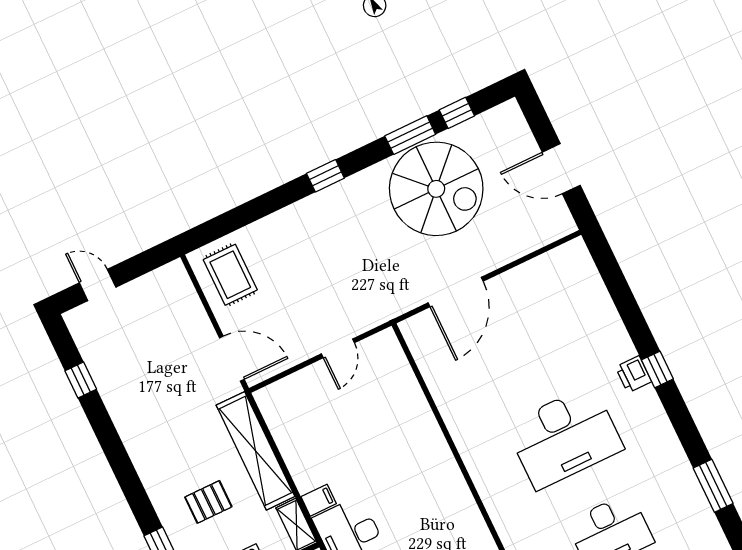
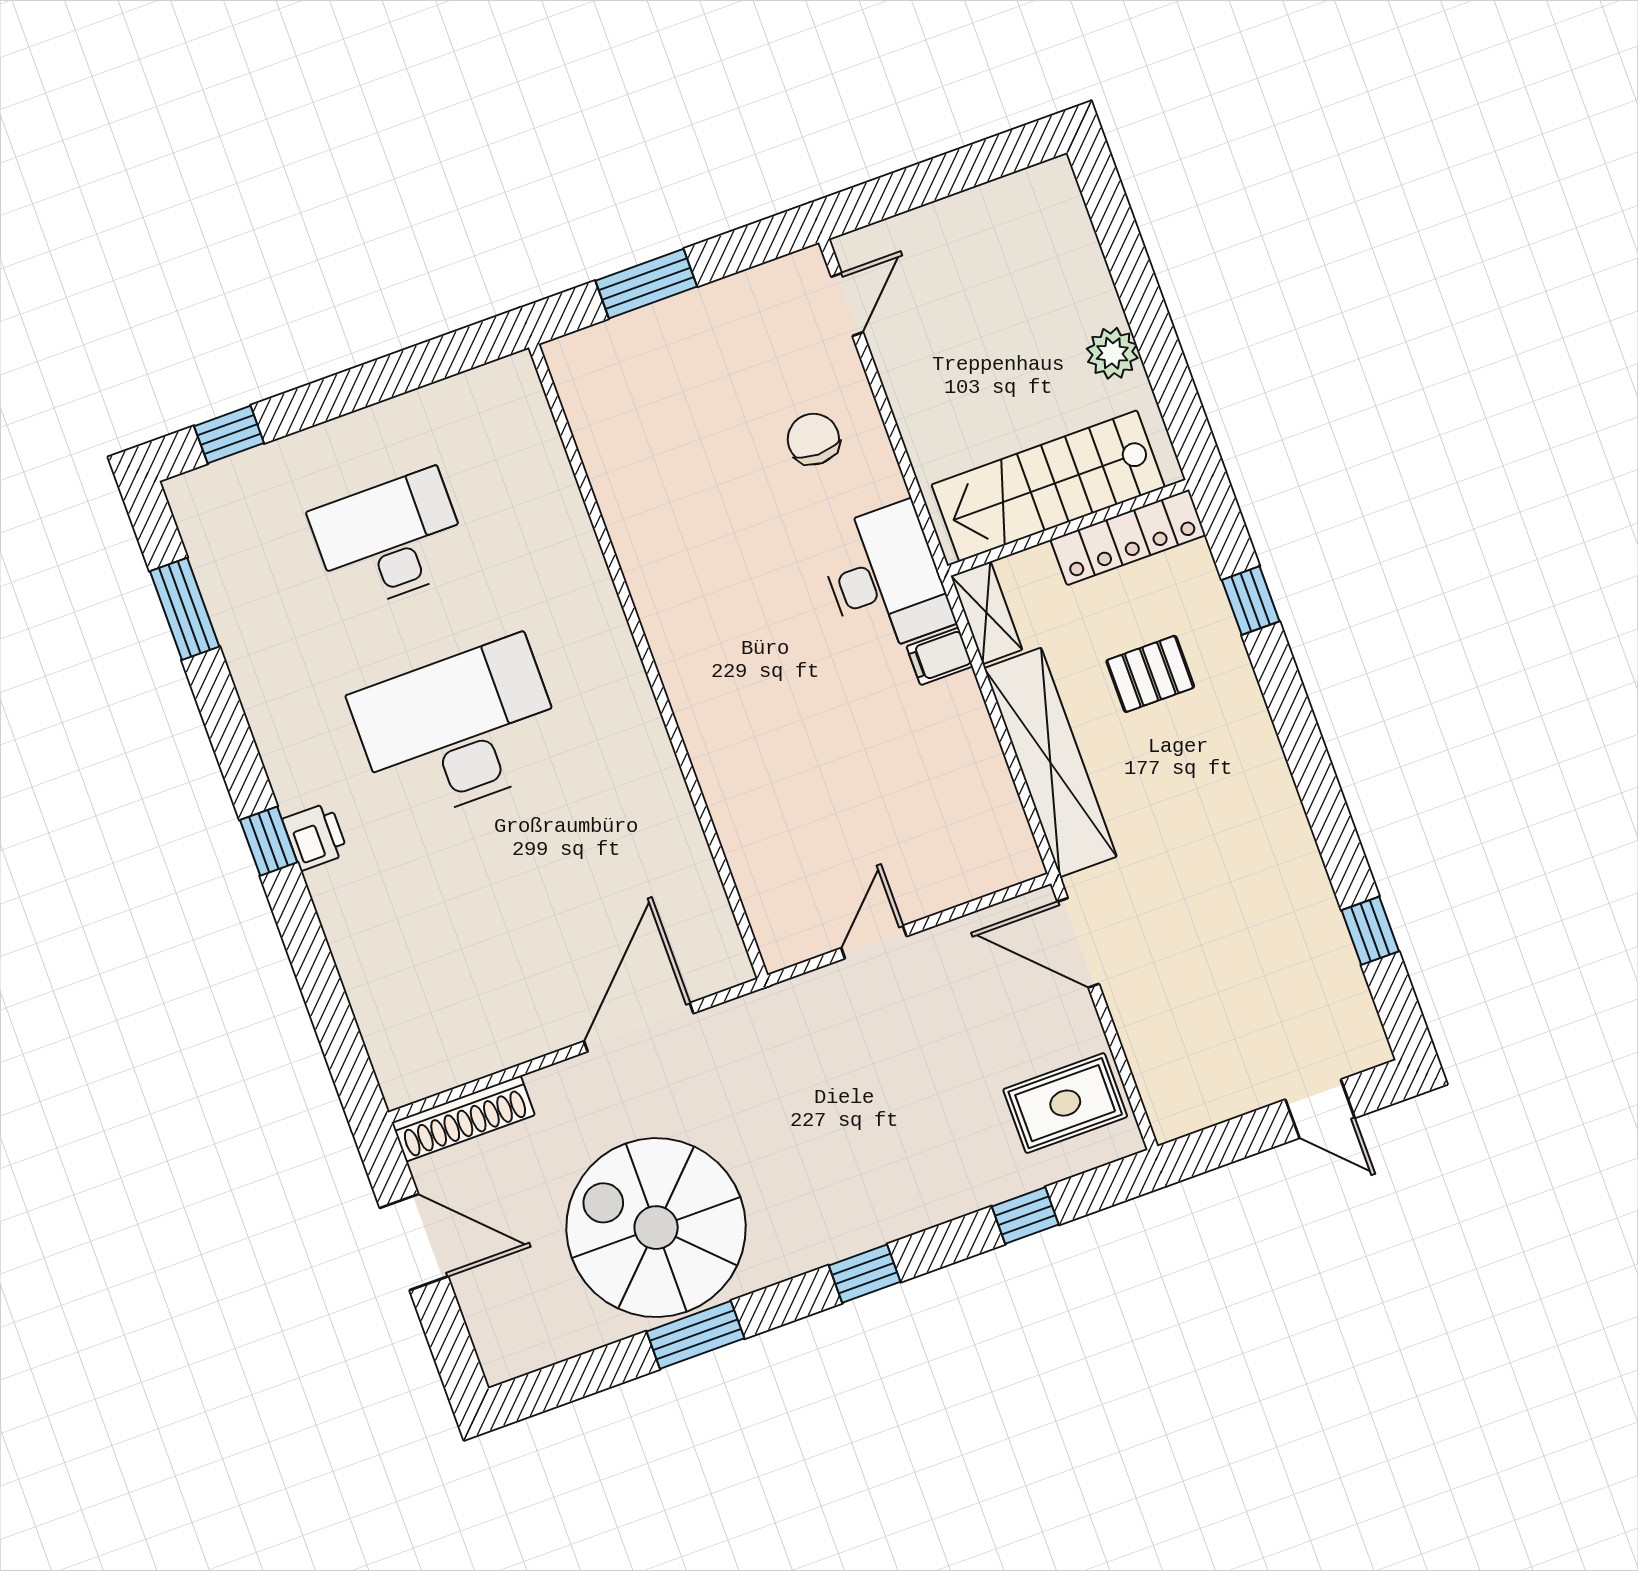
window: (457, 113) -> (1025, 1216), moved
shoe rack: (542, 235) -> (463, 1119), added
rug: (230, 275) -> (1065, 1103), turned 90

